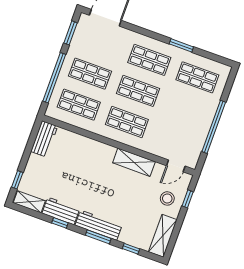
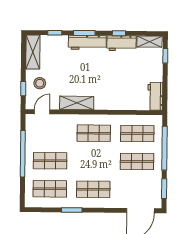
shop shelf: (138, 91) -> (50, 161), moved

